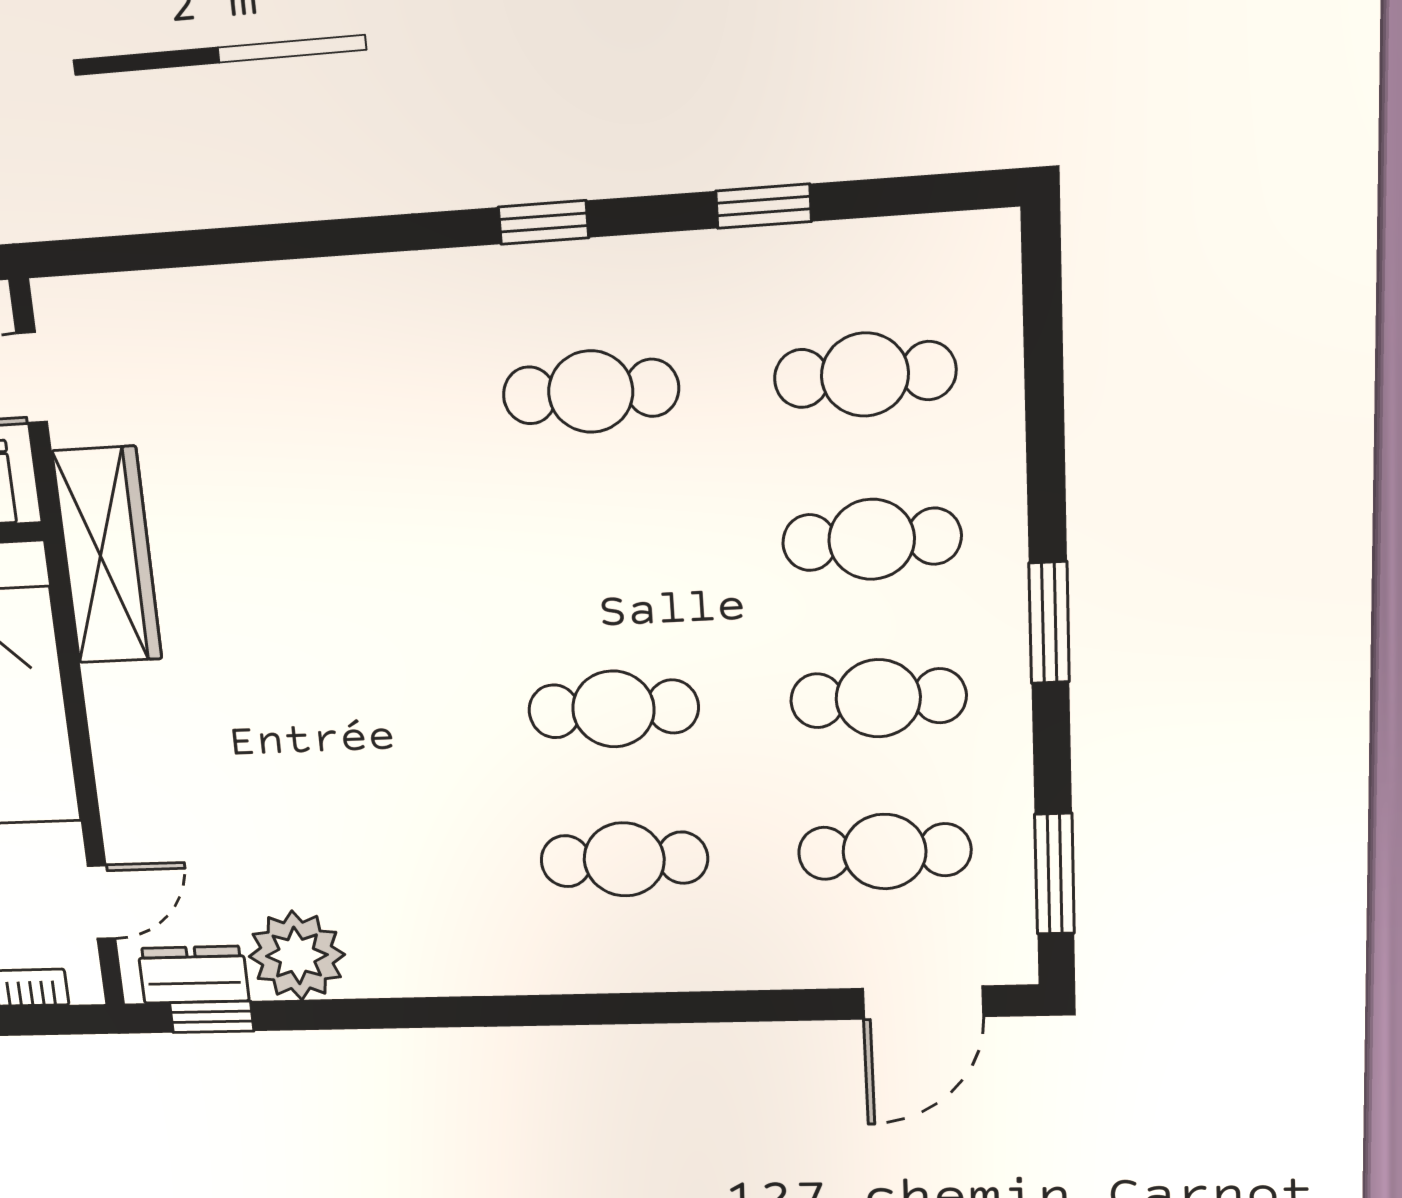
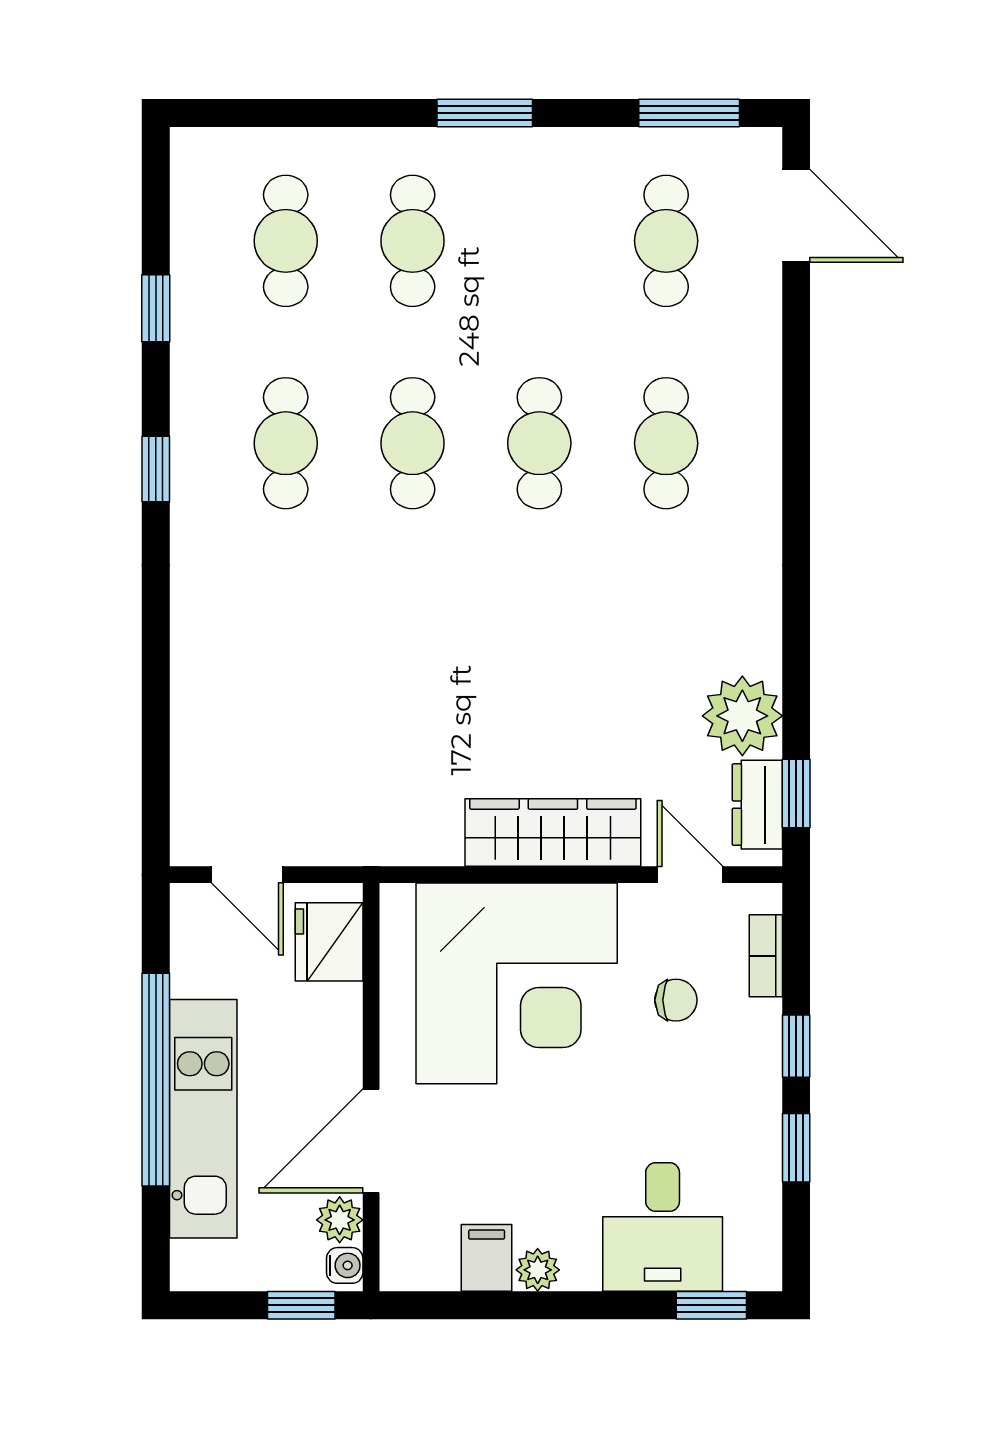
wardrobe: (107, 556) -> (553, 833), moved
cafe table: (878, 698) -> (413, 443), moved

